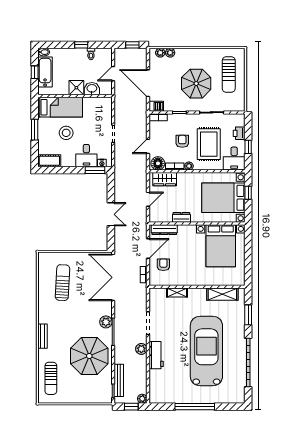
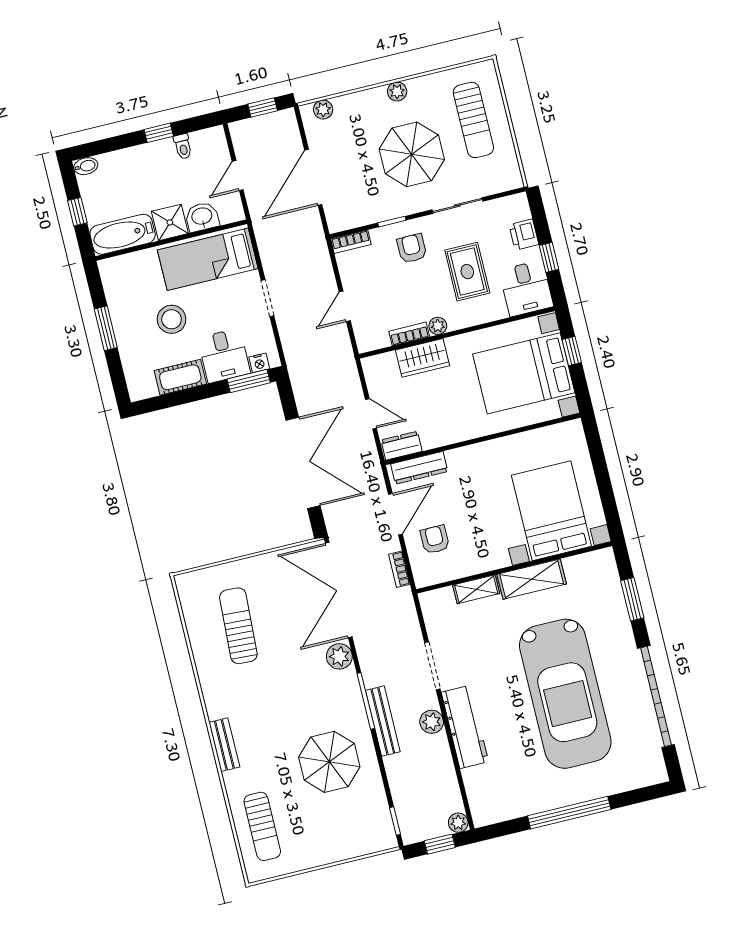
plant: (170, 53) -> (397, 92), moved
bathtub: (45, 72) -> (123, 234), moved, turned -90
door: (148, 83) -> (313, 177), hinge flipped
barbecue: (156, 106) -> (342, 221), removed
bed: (60, 107) -> (208, 259), moved, turned 180
armchair: (182, 141) -> (412, 248), moved
rug: (209, 144) -> (467, 272), width x0.73, depth x0.70
cot: (49, 161) -> (180, 377), moved
floor lamp: (158, 163) -> (373, 336), removed
wardrobe: (165, 179) -> (423, 358), moved
door: (148, 199) -> (371, 414), hinge flipped
double door: (111, 214) -> (303, 463), width x1.87
dresser: (181, 217) -> (402, 446), moved
bed with nightstands: (221, 246) -> (551, 511), moved, turned 180
shelving: (222, 294) -> (532, 579), moved
plant: (106, 322) -> (339, 656), moved
car: (206, 351) -> (565, 694), turned 180
workbench: (156, 355) -> (465, 727), width x1.38
parasol: (89, 356) -> (329, 762), width x0.73, depth x0.73
bench: (119, 380) -> (383, 721), moved

